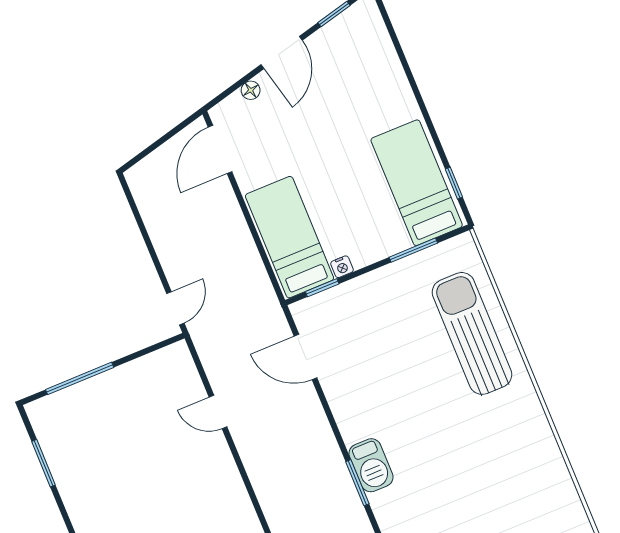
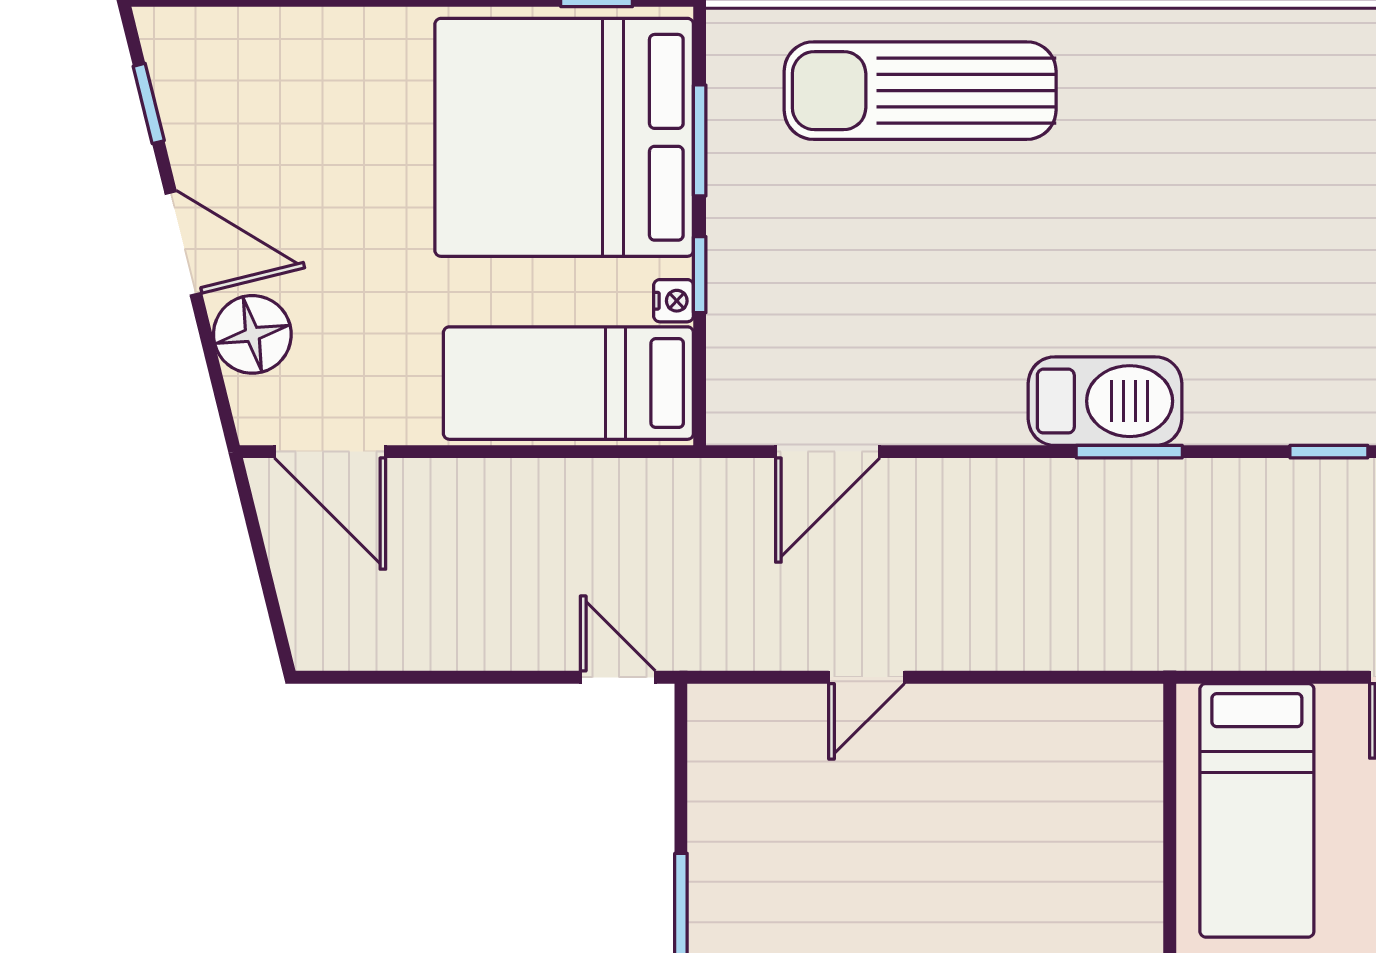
floor lamp: (251, 90) -> (252, 334), width x1.89, depth x1.89
bed: (417, 183) -> (564, 137), width x2.04
window: (322, 288) -> (700, 275), moved
barbecue: (371, 465) -> (1105, 401), width x1.37, depth x1.21

